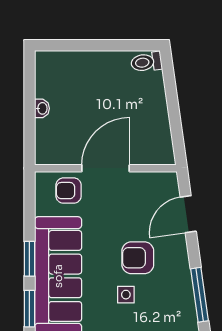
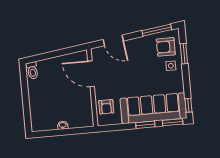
door: (106, 168) -> (91, 74), moved
armchair: (138, 258) -> (166, 47), moved, turned 90
side table: (126, 295) -> (171, 66), moved

